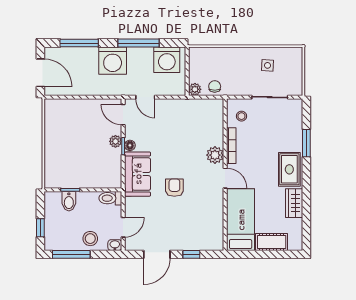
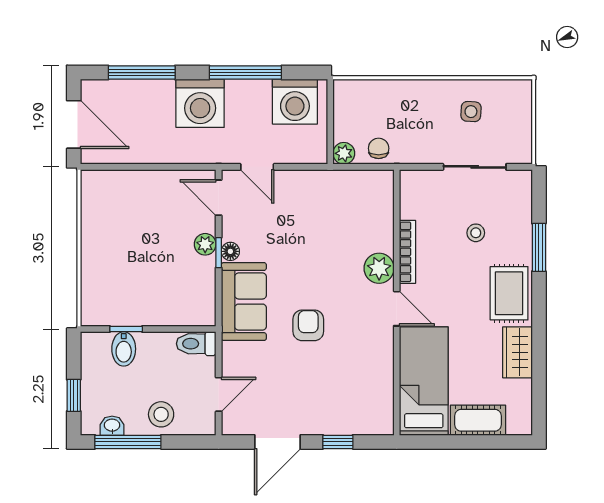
stool: (241, 116) -> (476, 233), moved
washbasin: (115, 245) -> (112, 426), moved

